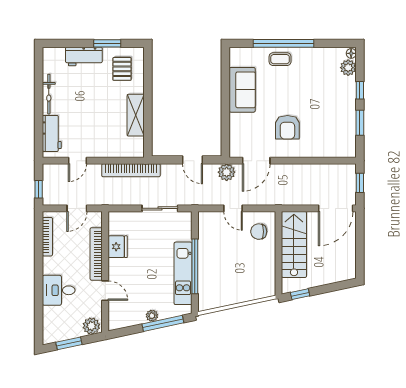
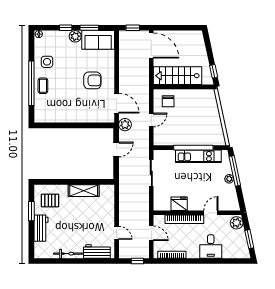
side table: (313, 65) -> (47, 62), added
plant: (348, 68) -> (75, 36), moved
sofa: (242, 90) -> (98, 40), moved, turned 180
bookcase: (131, 170) -> (124, 194), removed

